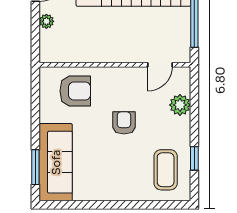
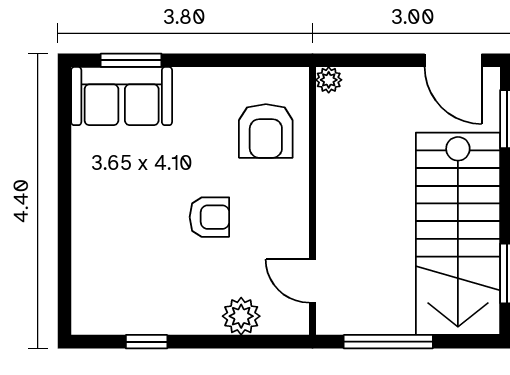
plant: (46, 21) -> (329, 80), moved
sofa: (56, 162) -> (122, 96), width x0.73
coffee table: (166, 170) -> (126, 291), removed

